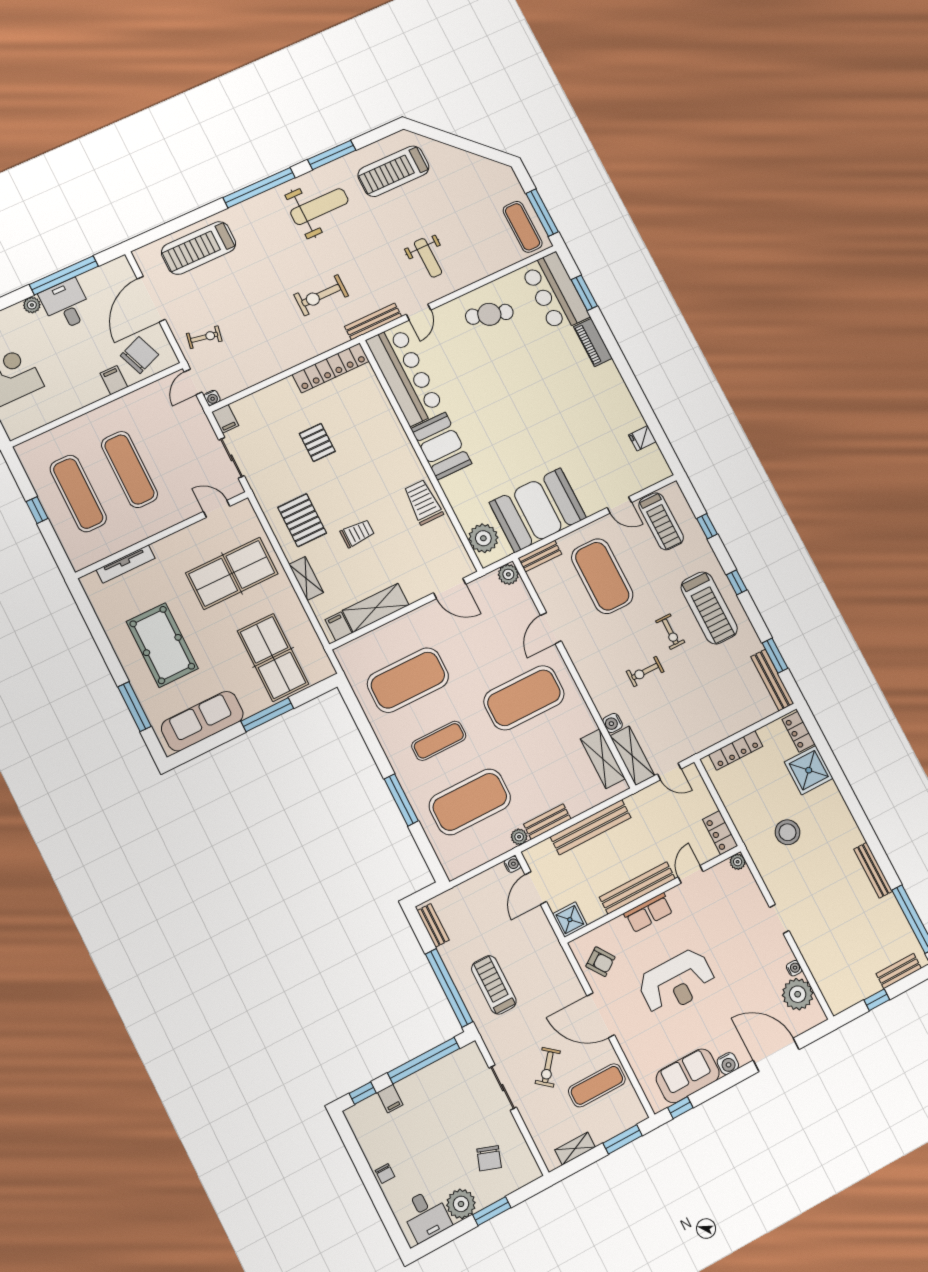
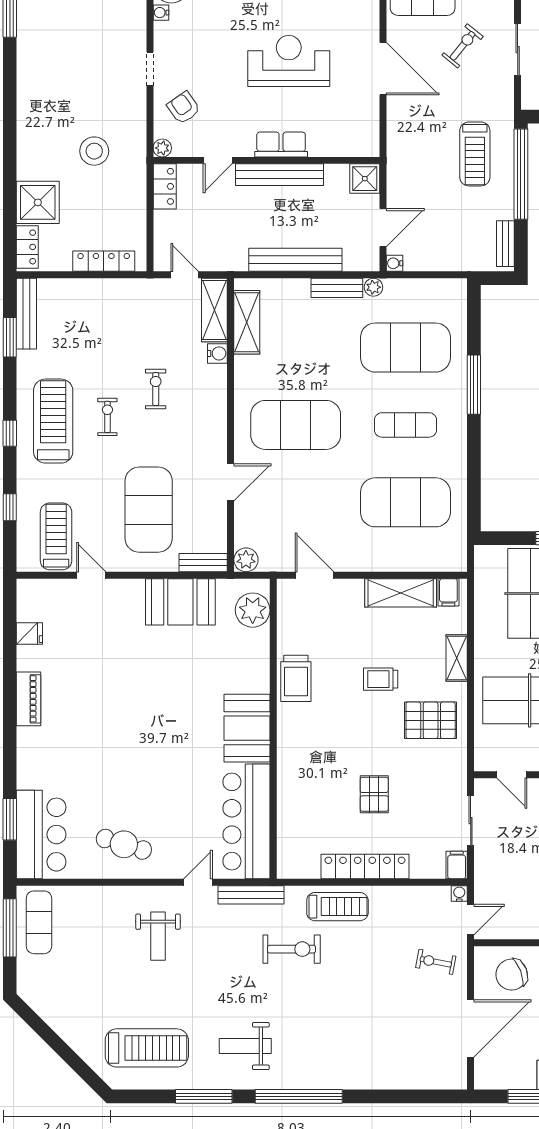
weight bench: (319, 207) -> (245, 1046), width x0.73, depth x0.75
treadmill: (199, 248) -> (337, 907), moved, width x0.73, depth x0.73
weight bench: (428, 258) -> (158, 936), turned 180
piano: (593, 342) -> (29, 699), moved
locker: (331, 368) -> (365, 867), moved
booth: (538, 510) -> (180, 602), width x0.73, depth x0.70
pallet: (302, 520) -> (431, 720), turned 90
exercise bike: (645, 672) -> (156, 389), turned -90
bench: (873, 870) -> (25, 67), removed
armchair: (600, 962) -> (184, 108), moved

